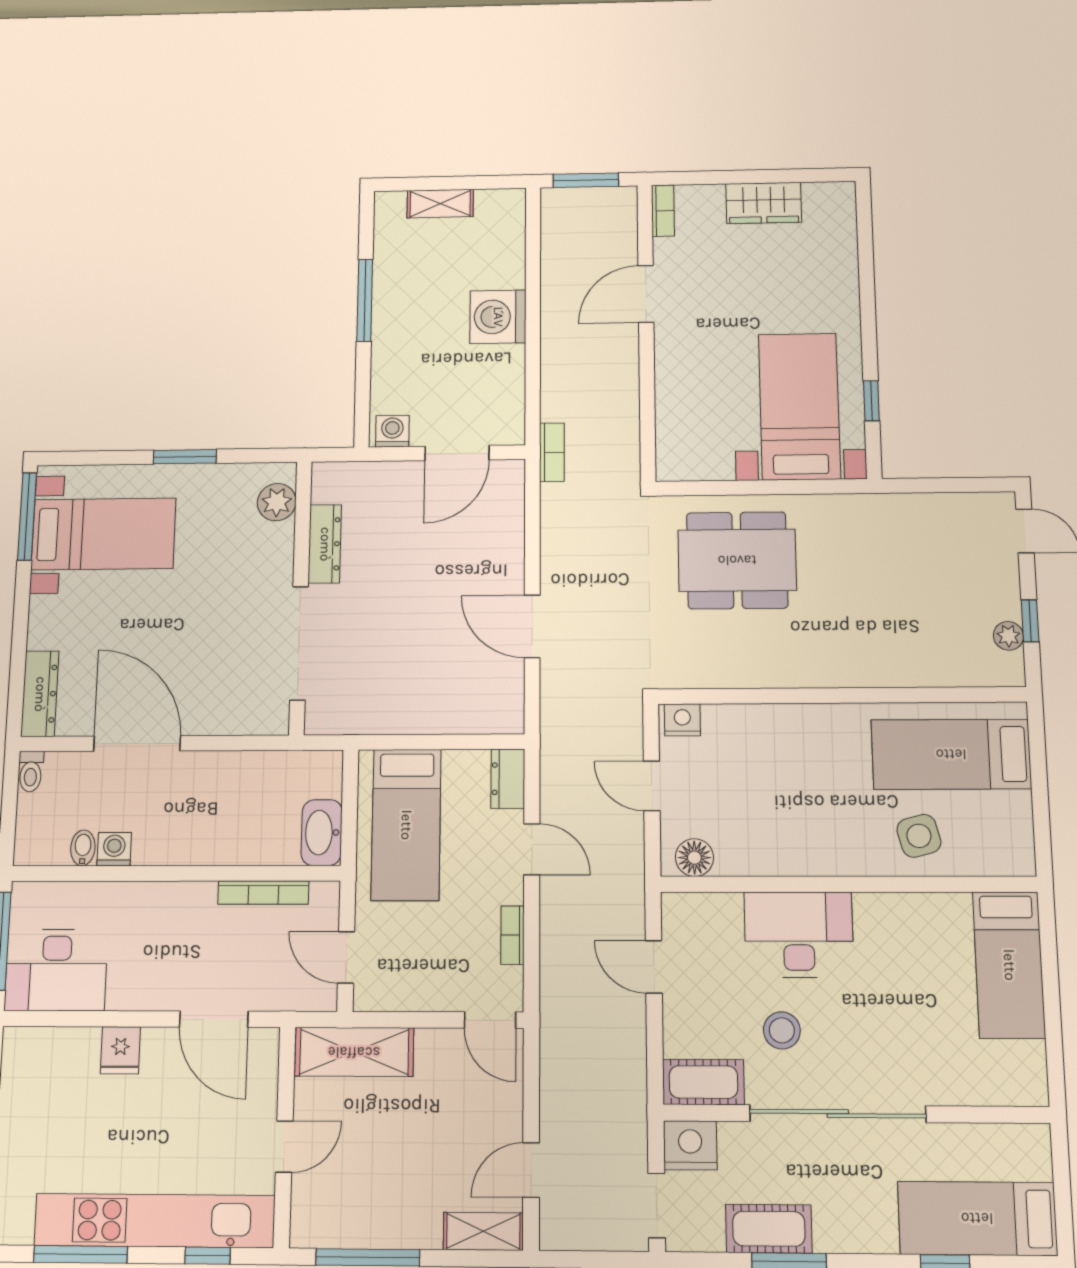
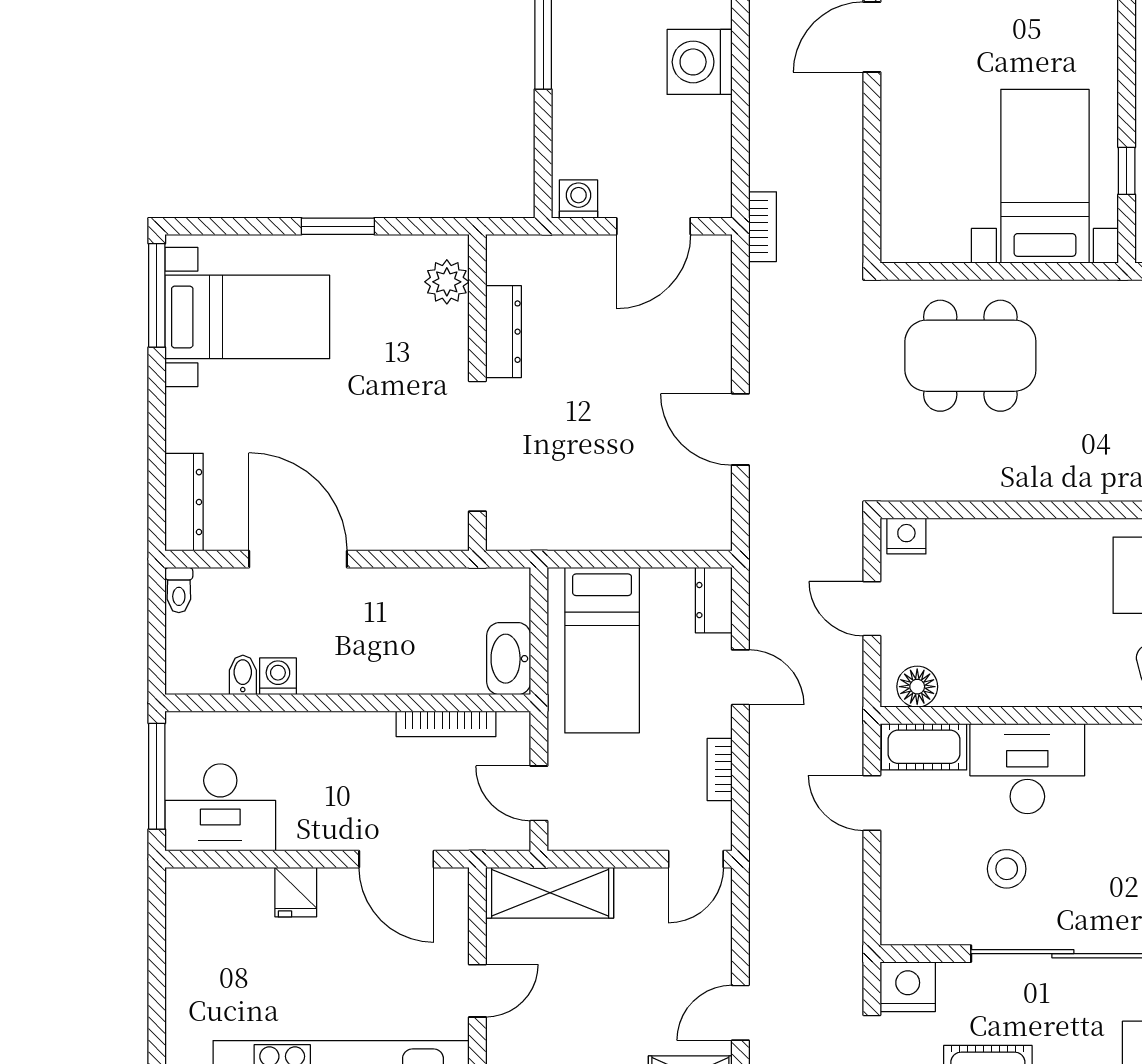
door: (490, 1020) -> (696, 859), hinge flipped
cot: (703, 1082) -> (924, 747), moved

